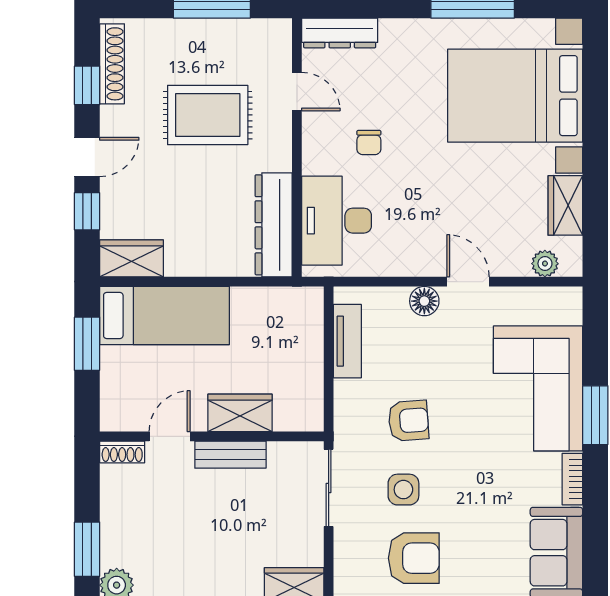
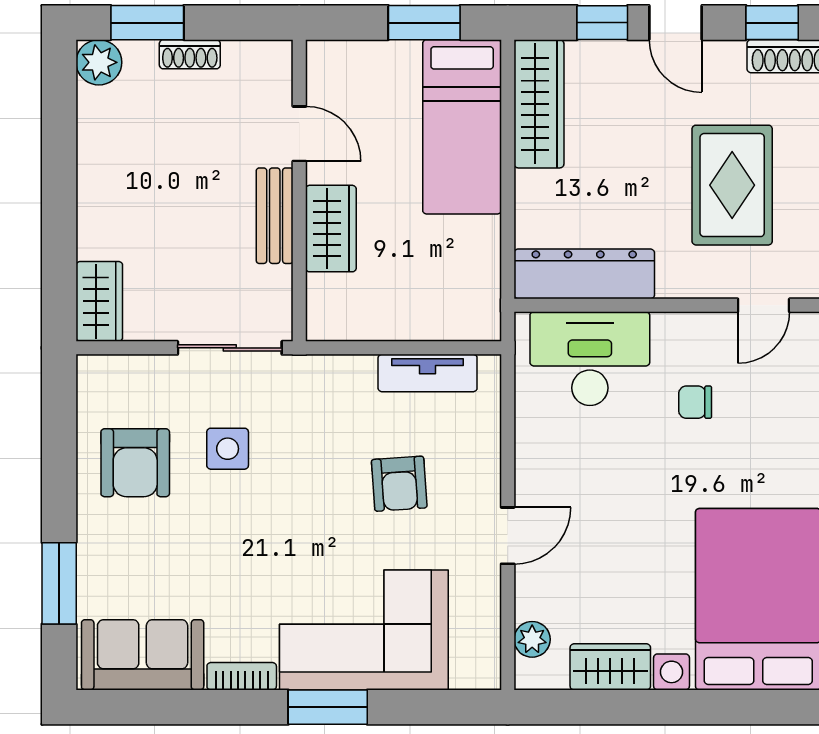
wardrobe: (131, 258) -> (539, 104), width x1.50
floor lamp: (424, 301) -> (482, 477), removed
armchair: (408, 421) -> (399, 484), moved
shoe rack: (122, 452) -> (190, 54), moved, turned -90

